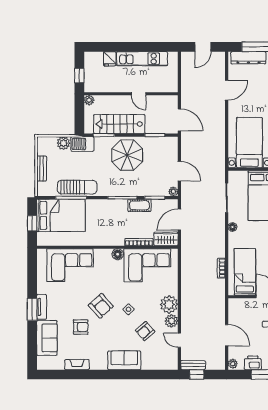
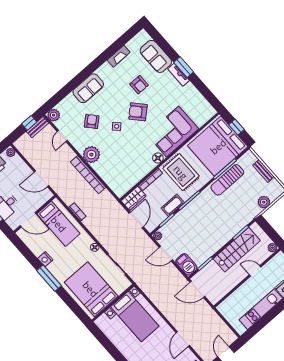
door: (138, 94) -> (255, 271), moved
barbecue: (82, 144) -> (186, 264), moved, turned 90
parasol: (127, 155) -> (212, 233), removed
bed: (61, 215) -> (218, 146), width x1.36
rug: (109, 226) -> (181, 172), added
corner sofa: (70, 265) -> (173, 132), moved
corner sofa: (147, 265) -> (130, 169), removed
bookcase: (186, 291) -> (88, 175), added
plant: (171, 321) -> (54, 115), moved
armchair: (81, 327) -> (139, 85), turned -90
door: (227, 335) -> (42, 179), moved
door: (179, 340) -> (62, 136), swing flipped

